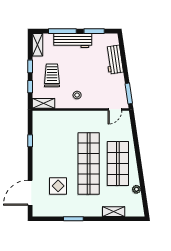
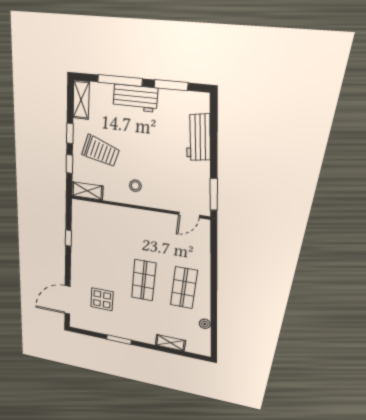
workbench: (73, 40) -> (135, 98), width x0.73
trolley: (52, 75) -> (101, 151), turned 107
shop shelf: (89, 164) -> (144, 280), width x0.50, depth x0.74
shop shelf: (118, 164) -> (184, 288), width x0.70, depth x0.74

